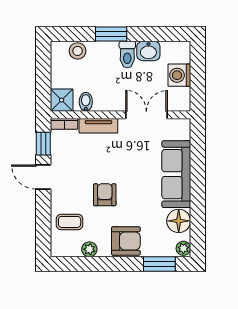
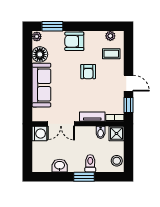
stool: (78, 51) -> (117, 161), moved
toilet: (127, 55) -> (90, 163), moved
washing machine: (179, 75) -> (39, 134), moved
plant: (89, 249) -> (110, 36), moved

